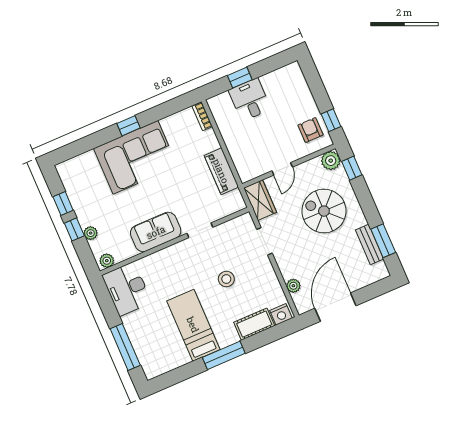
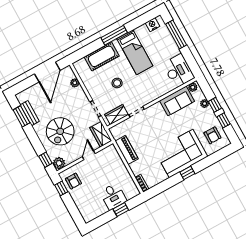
armchair: (83, 181) -> (212, 135), added
spiral stairs: (324, 211) -> (60, 131), turned 90
wardrobe: (232, 229) -> (116, 115), added
sofa: (156, 232) -> (177, 101), moved
nightstand: (281, 314) -> (152, 25), moved
cot: (254, 324) -> (102, 56), width x1.37, depth x1.34

